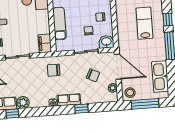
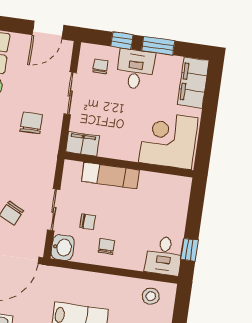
chair: (54, 70) -> (31, 123), moved

